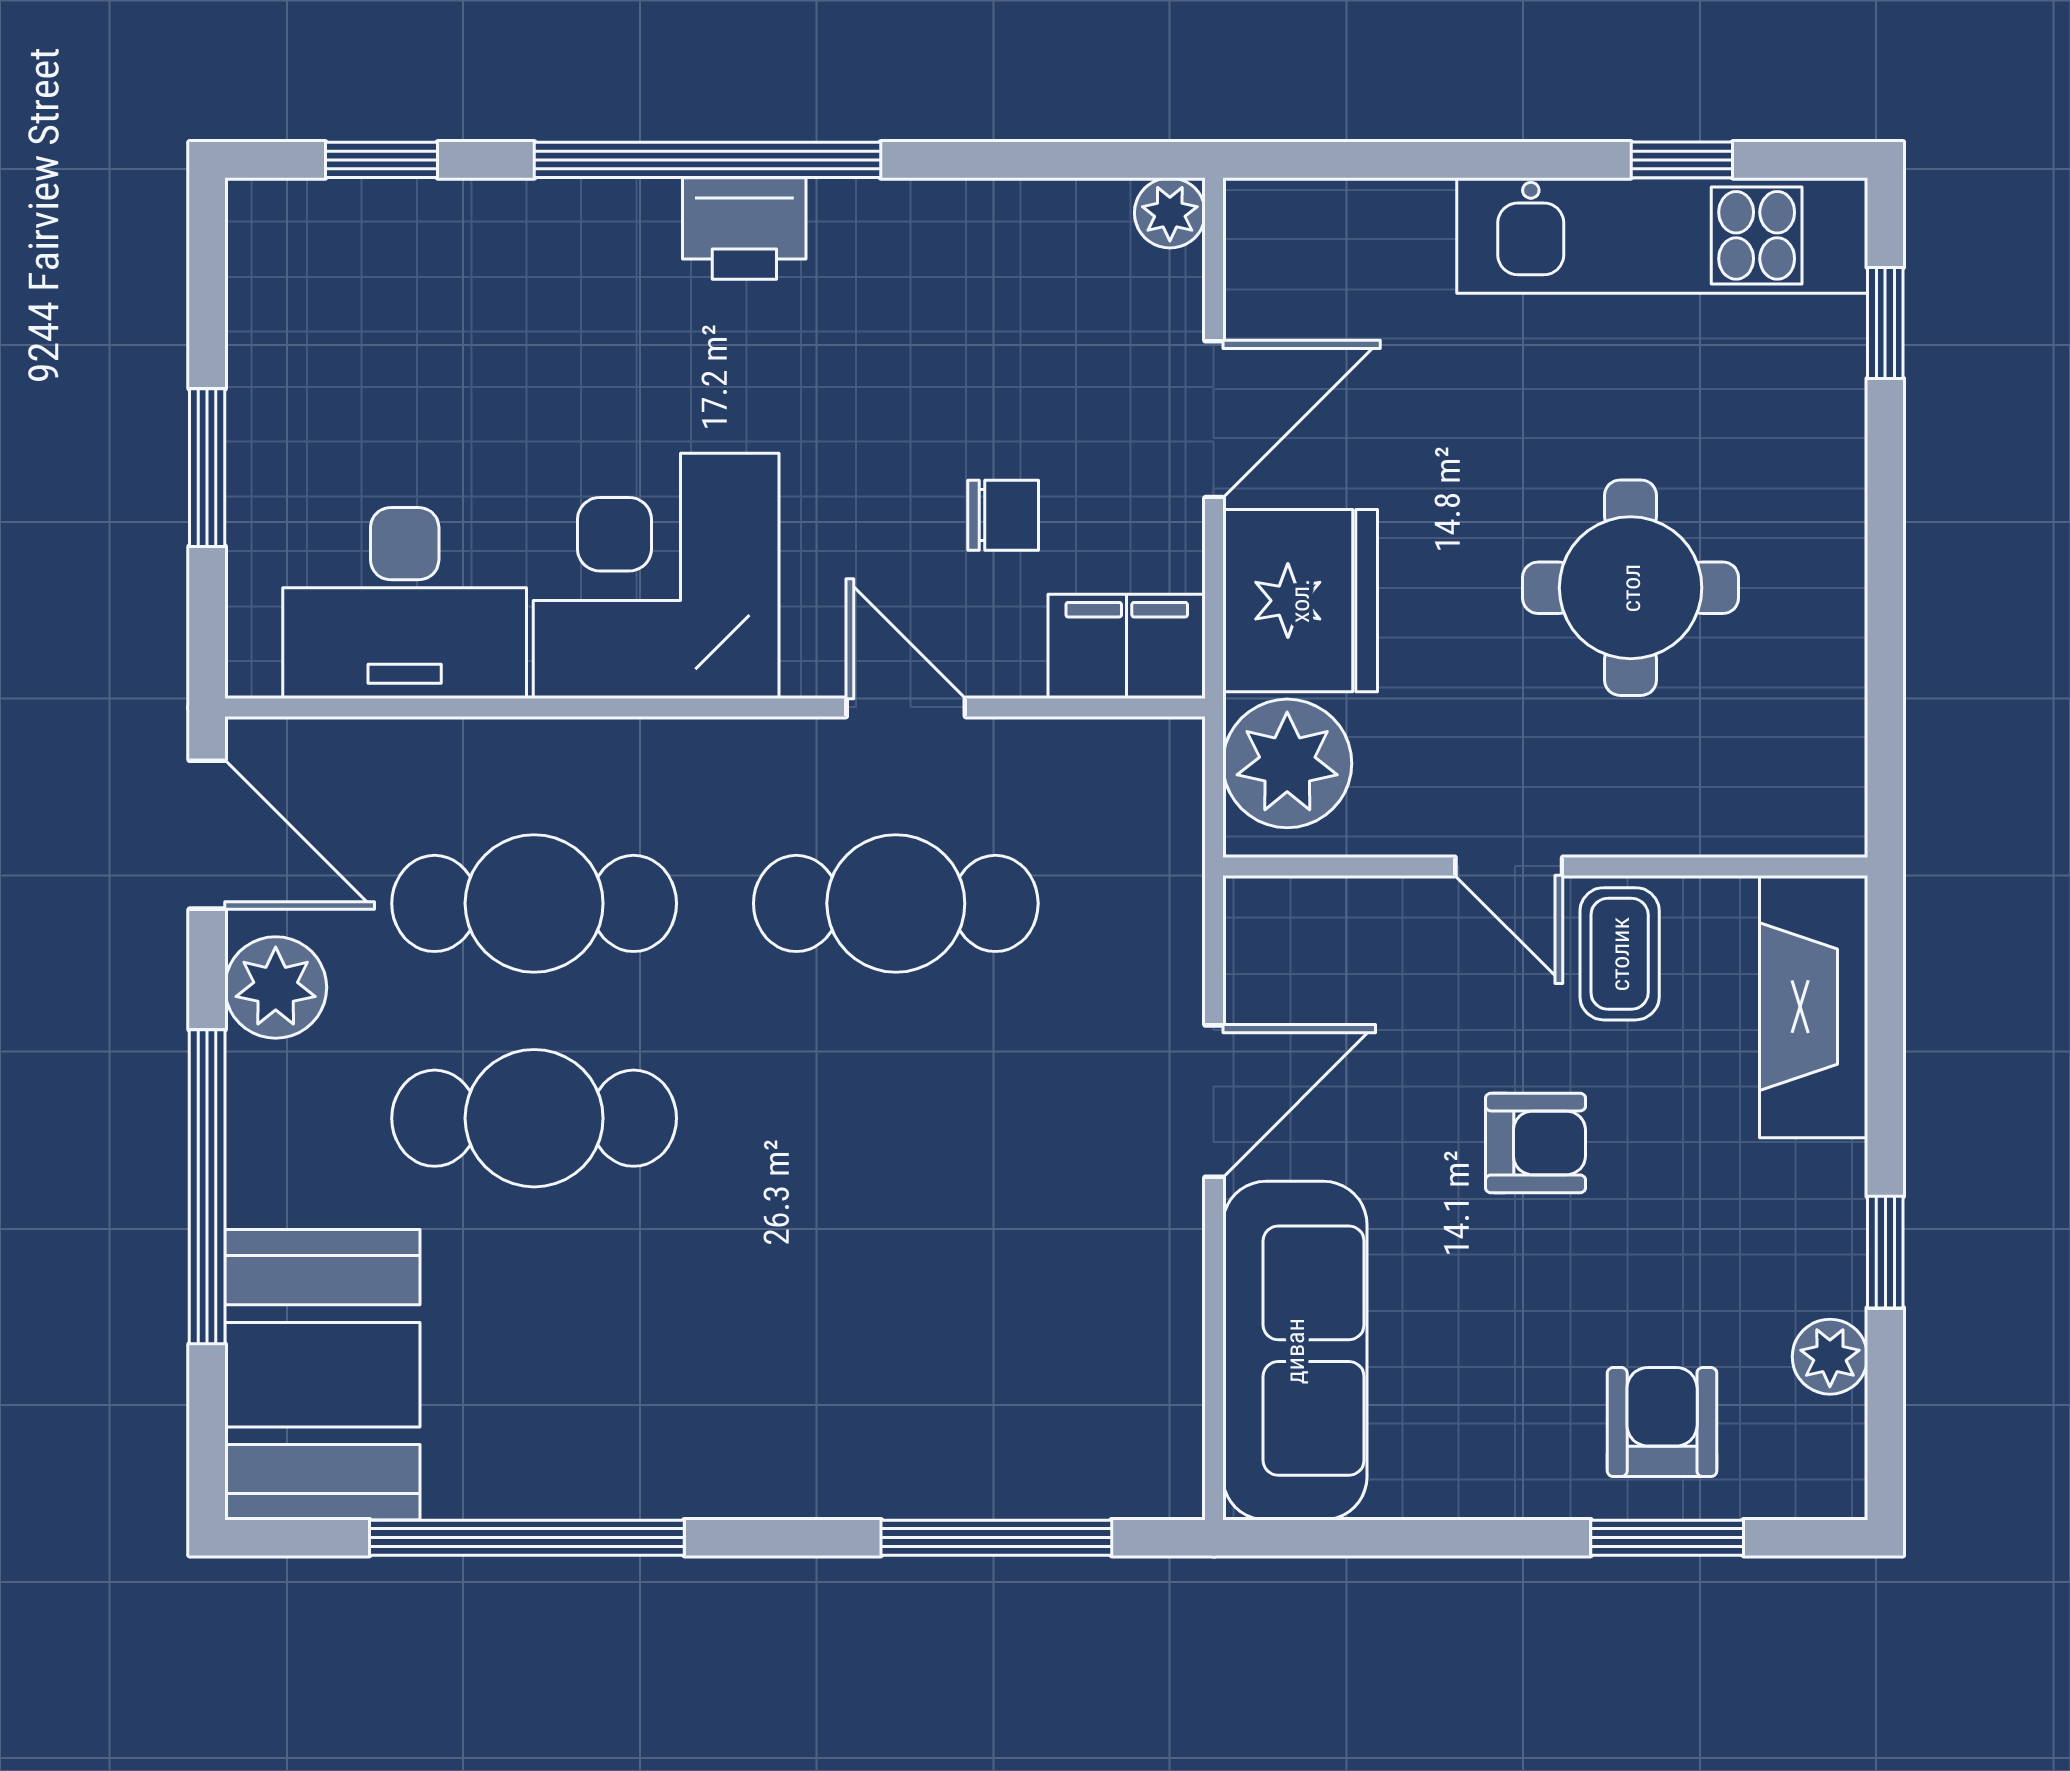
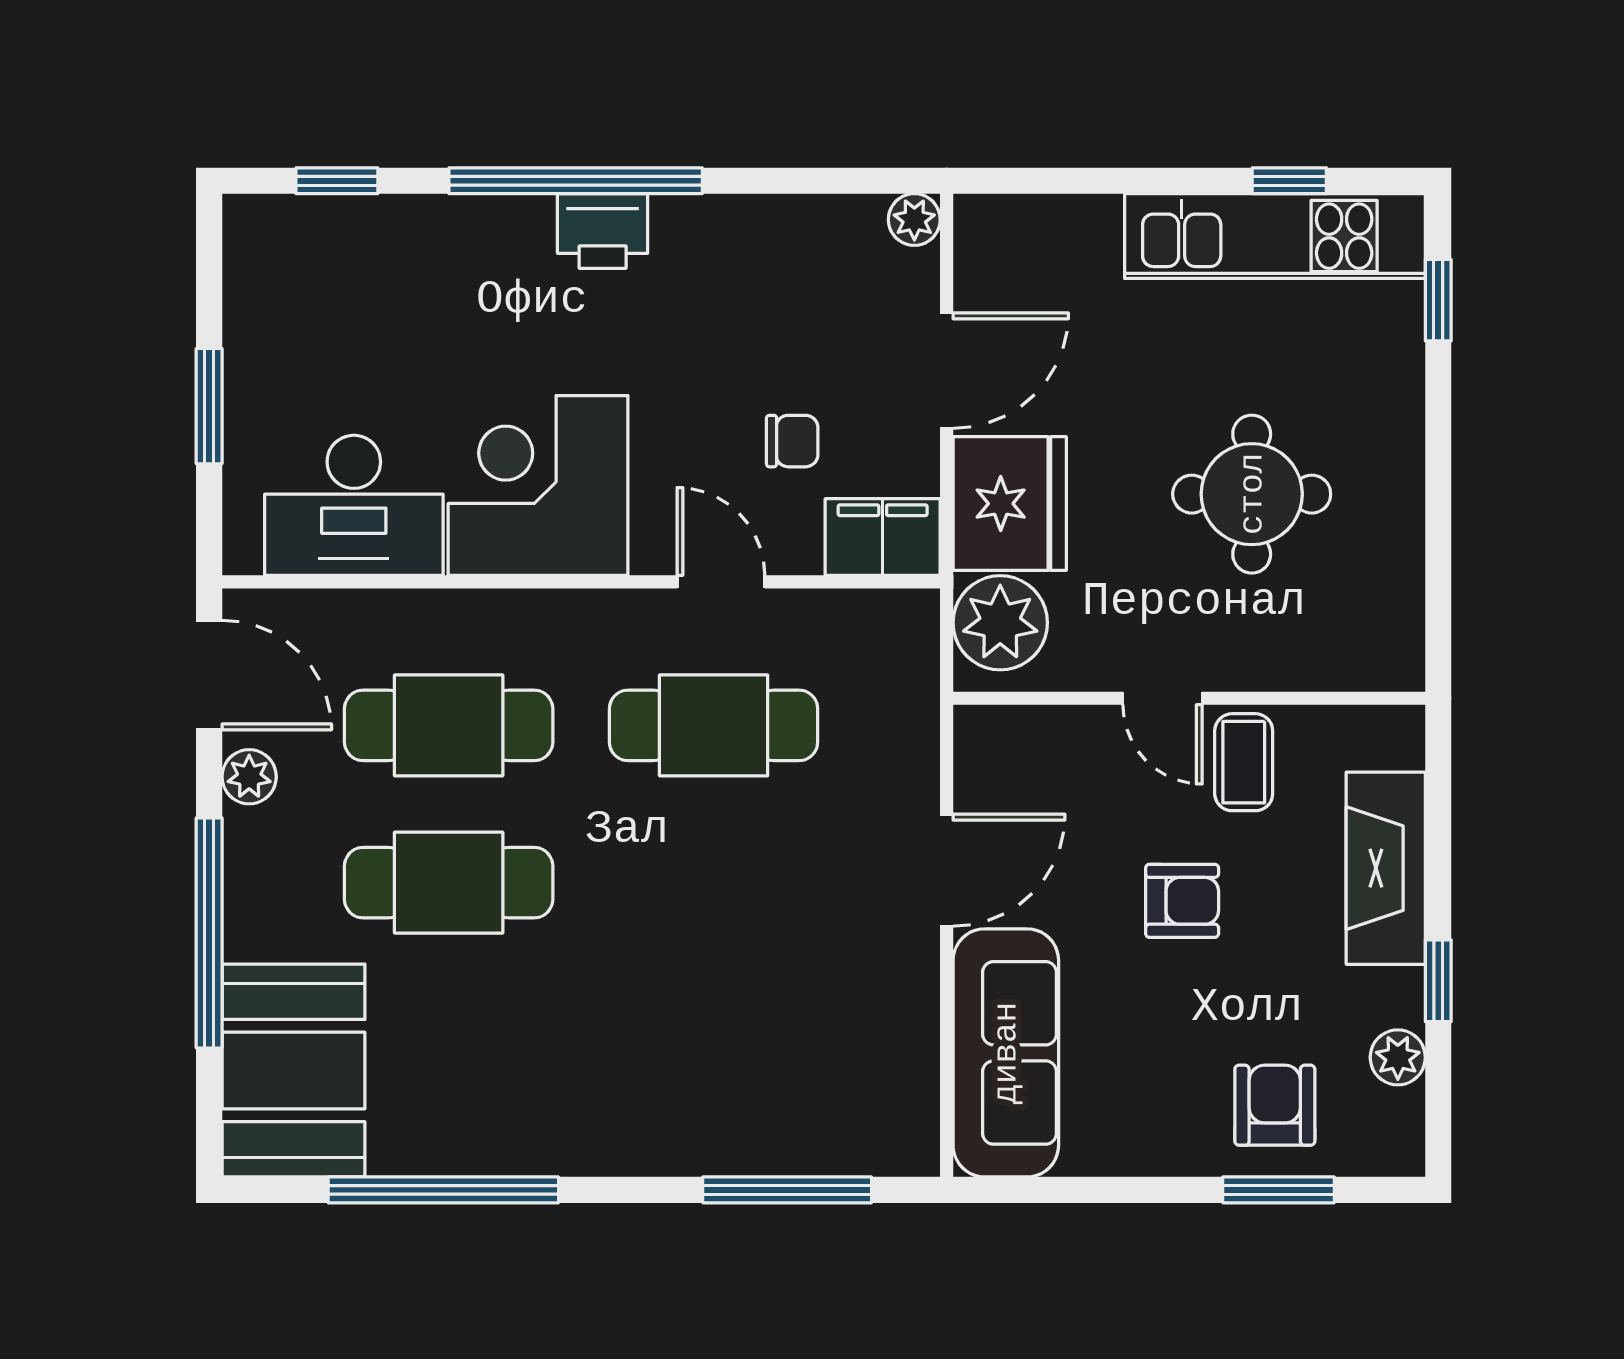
plant: (276, 987) -> (249, 777), width x0.73, depth x0.73
fireplace: (1814, 1007) -> (1386, 868), moved

